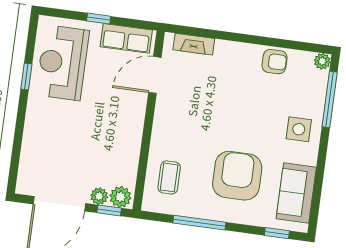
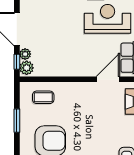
door: (155, 75) -> (108, 79), hinge flipped
window: (199, 223) -> (17, 121), width x0.69

